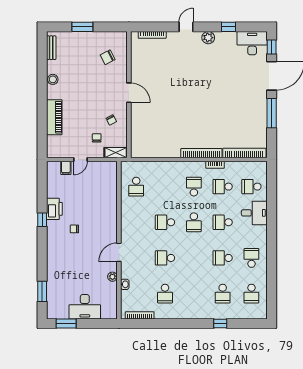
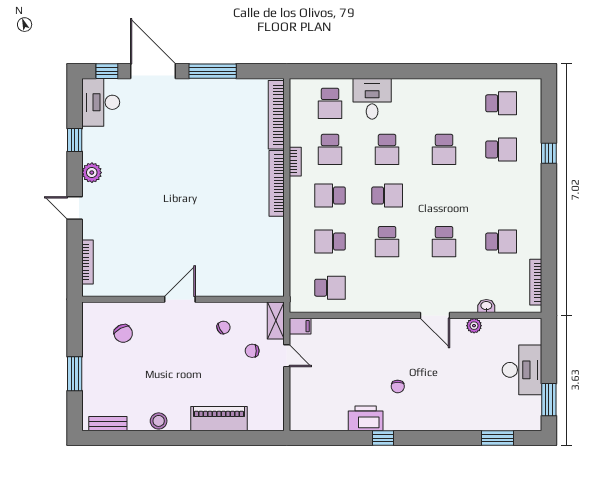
door: (80, 160) -> (287, 356), moved
filing cabinet: (66, 168) -> (300, 326), moved
school desk: (251, 258) -> (330, 242), moved

